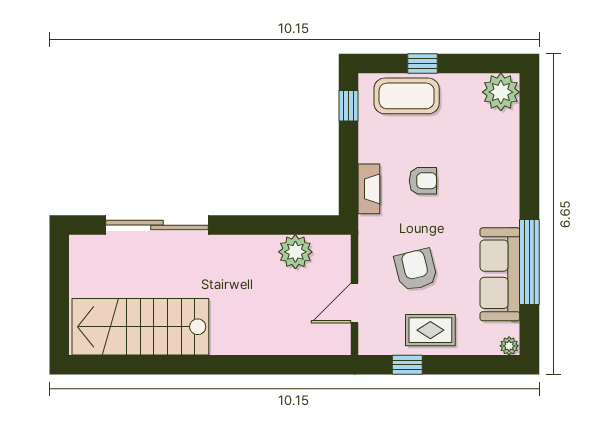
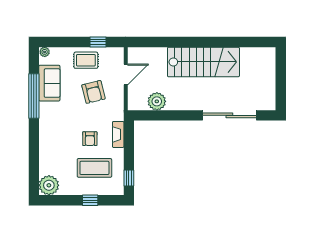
coffee table: (407, 96) -> (94, 168), moved
armchair: (423, 181) -> (90, 139), turned -90
sofa: (500, 274) -> (49, 83), width x0.73
stairs: (140, 327) -> (203, 62), moved

